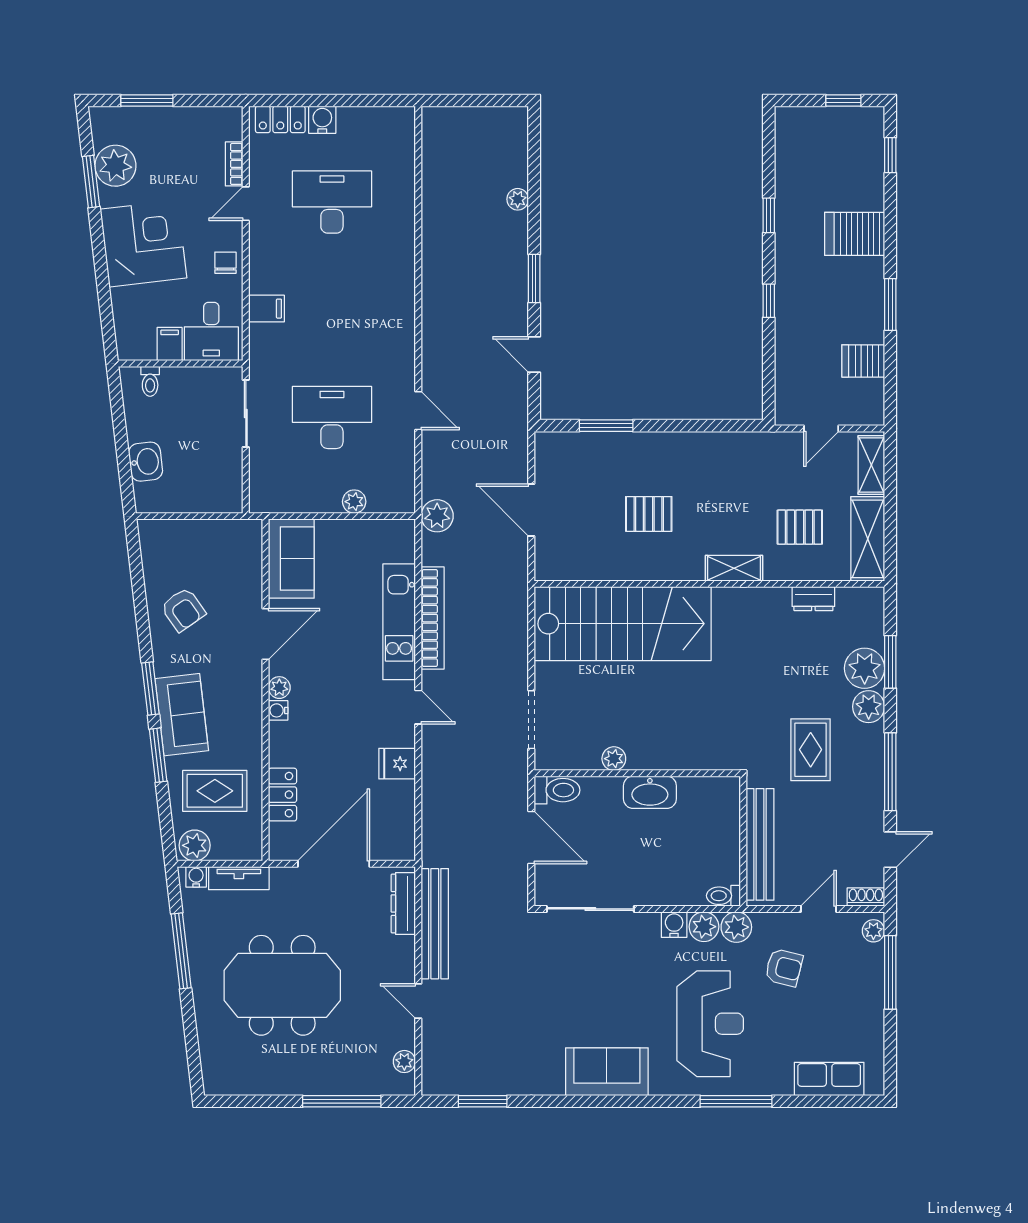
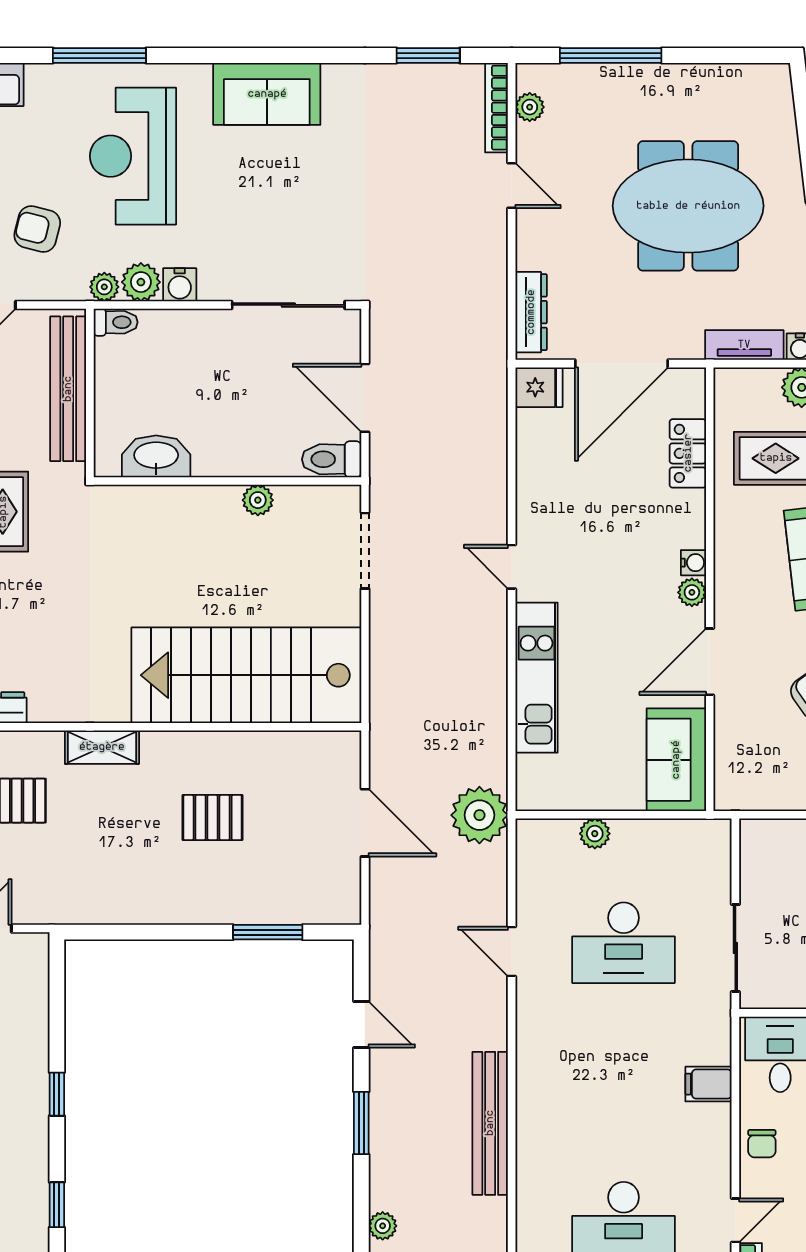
plant: (437, 516) -> (479, 815), width x1.36, depth x1.36
bookcase: (433, 618) -> (497, 108), moved, width x0.68, depth x0.76
fridge: (397, 764) -> (539, 387), moved
washbasin: (650, 792) -> (156, 456), moved
bench: (435, 924) -> (490, 1123), moved
plant: (736, 927) -> (104, 287), width x0.73, depth x0.73

